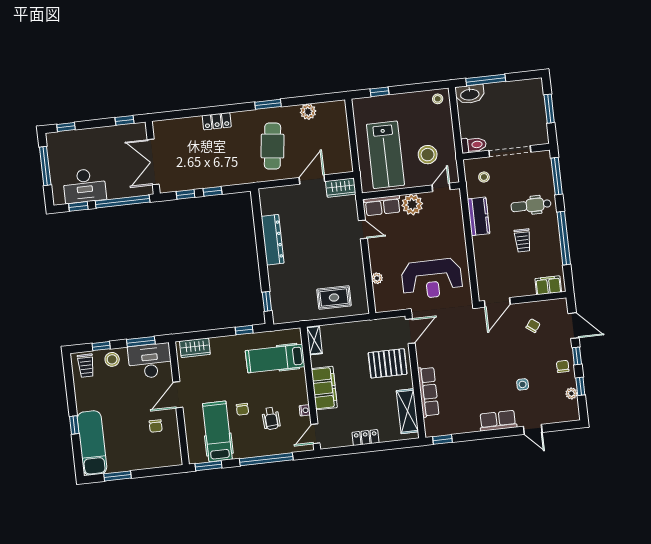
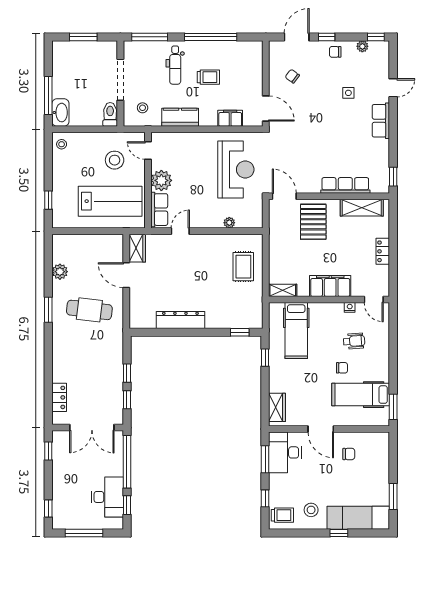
locker: (217, 121) -> (59, 397), moved
filing cabinet: (548, 285) -> (230, 118), moved, turned 90
stool: (112, 359) -> (311, 510), moved
window: (580, 386) -> (376, 37), moved
window: (266, 459) -> (393, 350), removed

